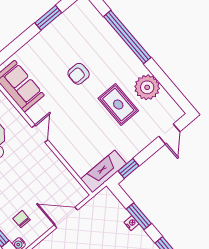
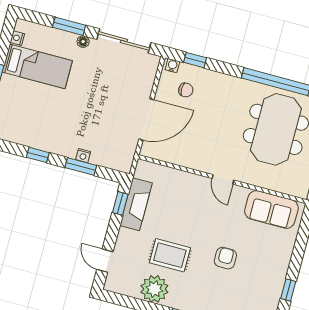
window: (48, 18) -> (288, 290), width x0.67
fireplace: (103, 171) -> (136, 204), moved
door: (66, 217) -> (146, 119), width x1.36

